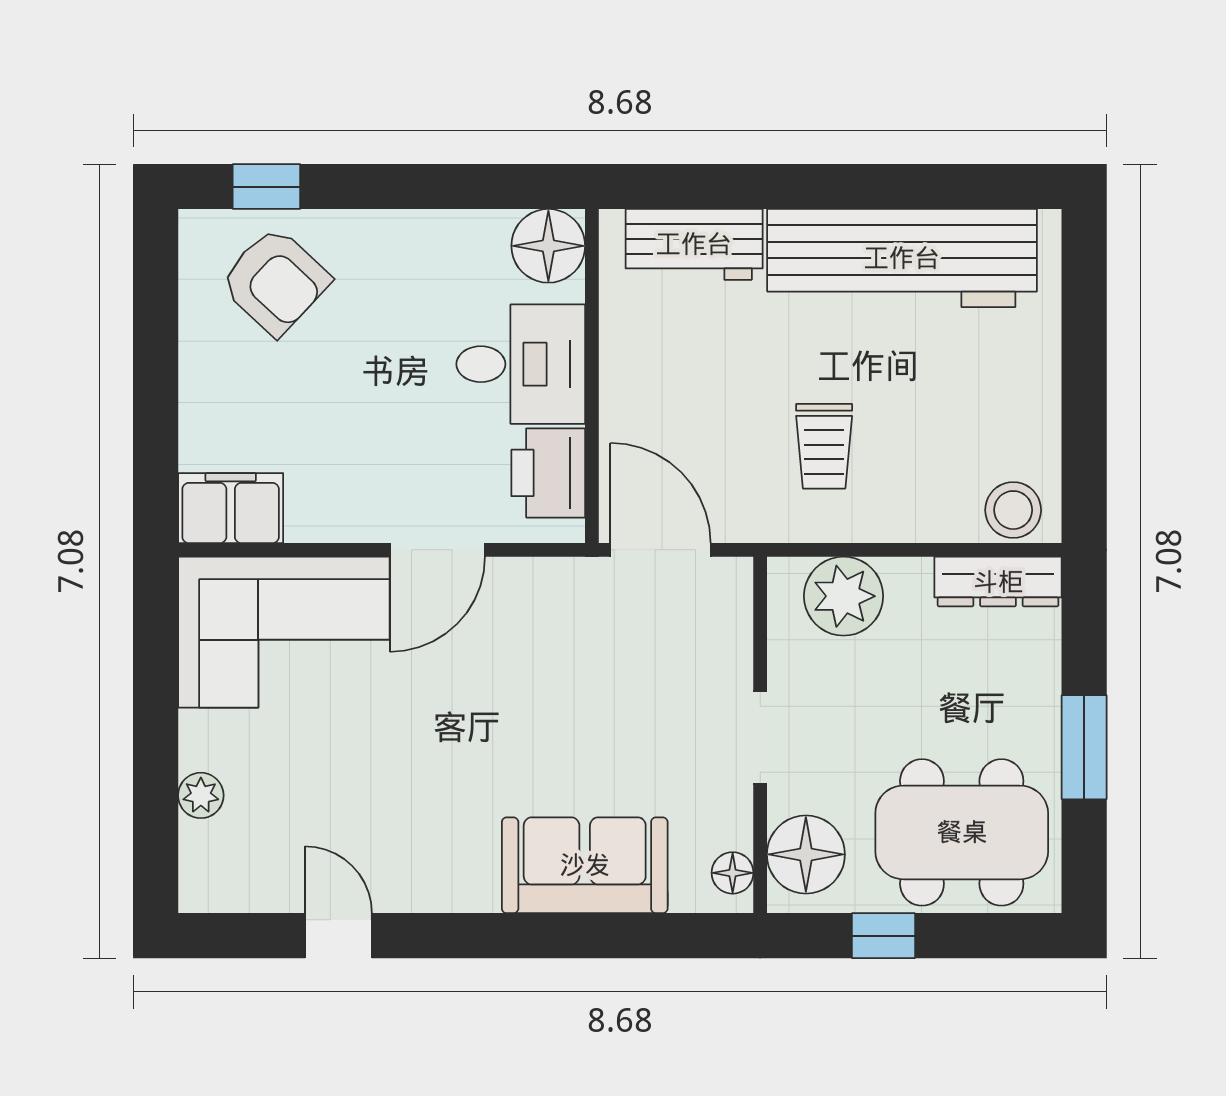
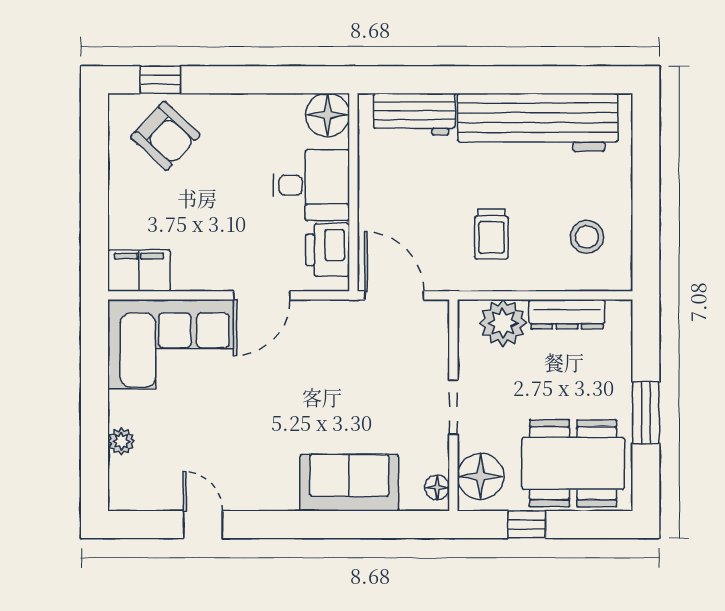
stool: (1013, 510) -> (587, 237), moved
dresser: (998, 582) -> (567, 314), moved

